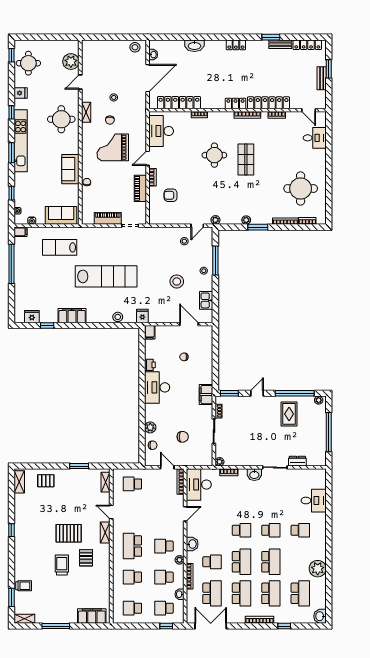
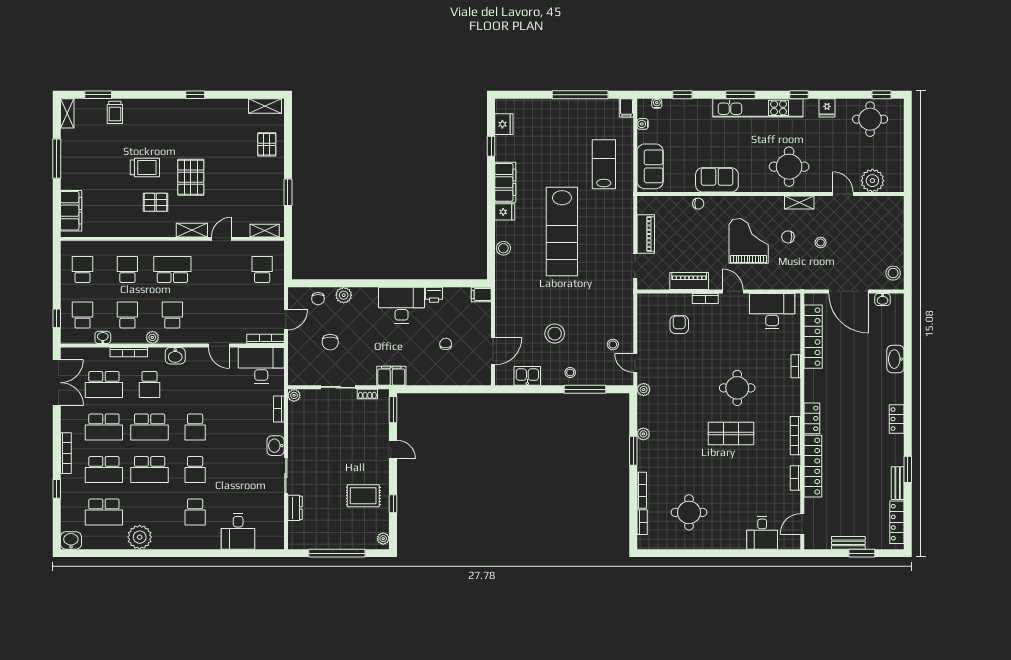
round table: (301, 189) -> (689, 512), width x0.73, depth x0.73
fridge: (142, 316) -> (505, 212), moved
window: (295, 393) -> (393, 504), width x0.32

